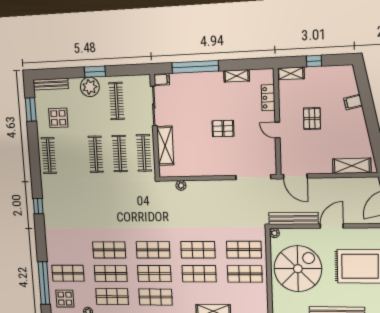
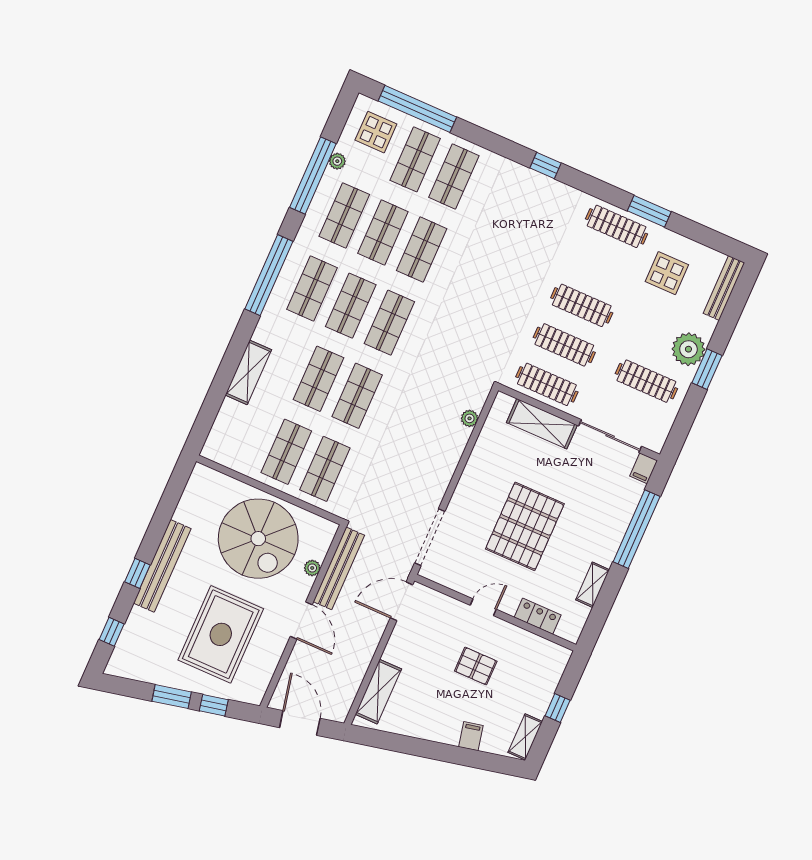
shelving: (291, 73) -> (525, 737), moved
window: (31, 110) -> (649, 211), moved
pallet: (223, 129) -> (525, 526), width x2.05, depth x2.00
plant: (274, 233) -> (312, 568), moved
shop shelf: (66, 250) -> (454, 176), added

